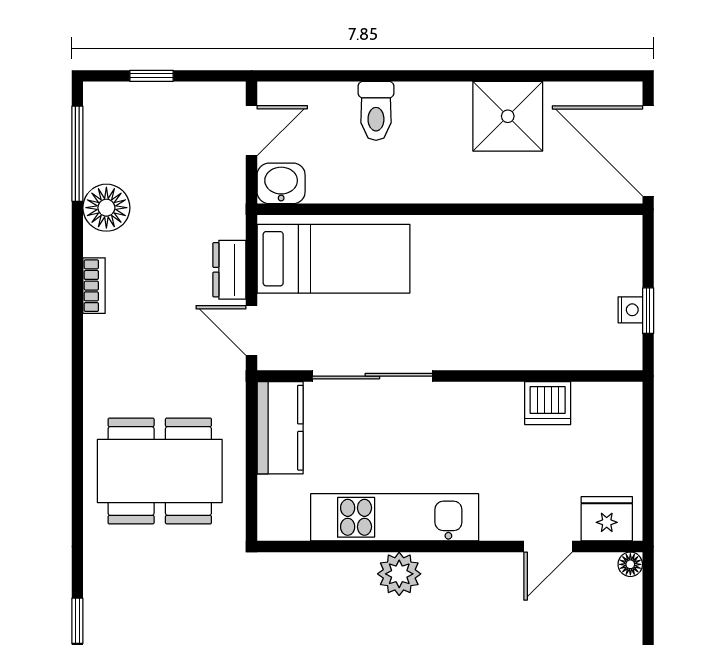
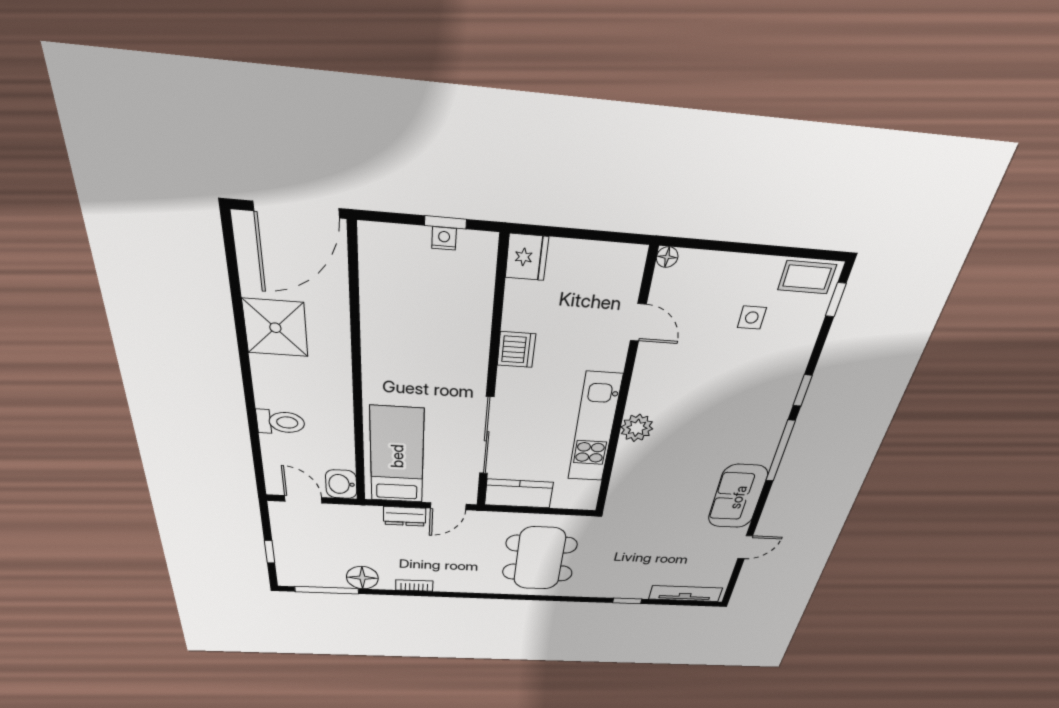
dishwasher: (548, 403) -> (516, 350), moved
fridge: (607, 519) -> (527, 257), moved, turned 180

